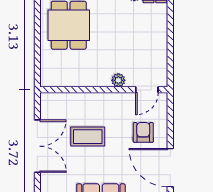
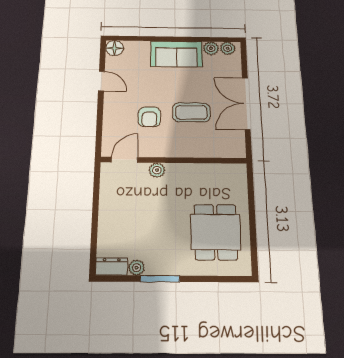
armchair: (143, 132) -> (149, 117), moved
door: (170, 168) -> (101, 81), width x0.53

